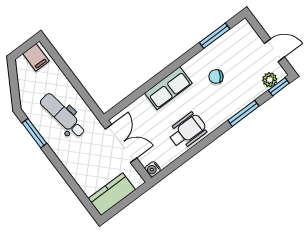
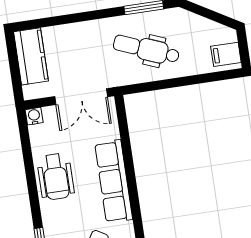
row of seats: (168, 88) -> (114, 181), width x1.48
dental chair: (63, 115) -> (146, 49), turned -149

